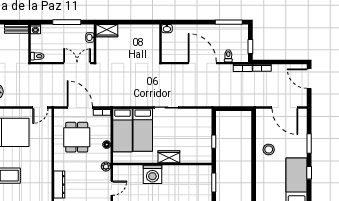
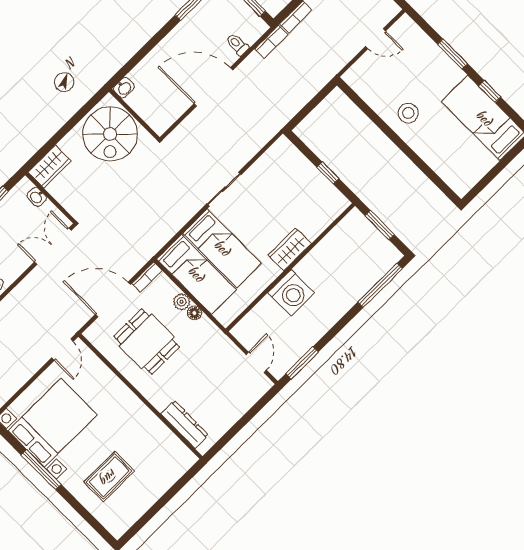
spiral stairs: (143, 41) -> (110, 134), added
door: (285, 107) -> (375, 39), width x0.53
plant: (106, 166) -> (182, 302), moved

